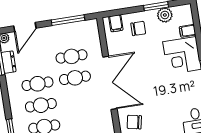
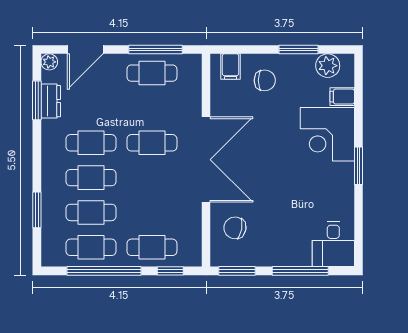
plant: (165, 15) -> (328, 66), moved
cafe table: (72, 56) -> (152, 73), moved

